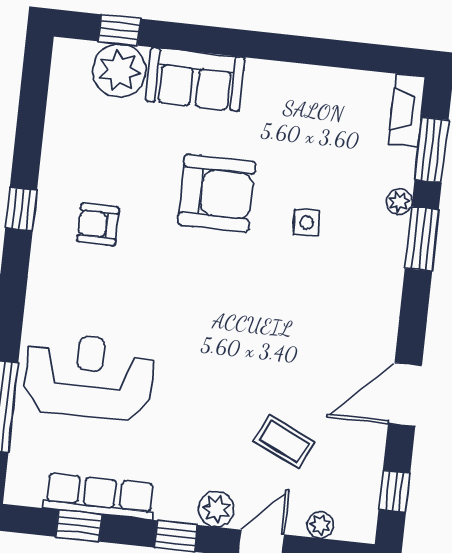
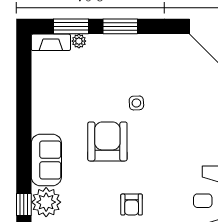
plant: (399, 202) -> (79, 41), moved
side table: (307, 222) -> (136, 103), moved

